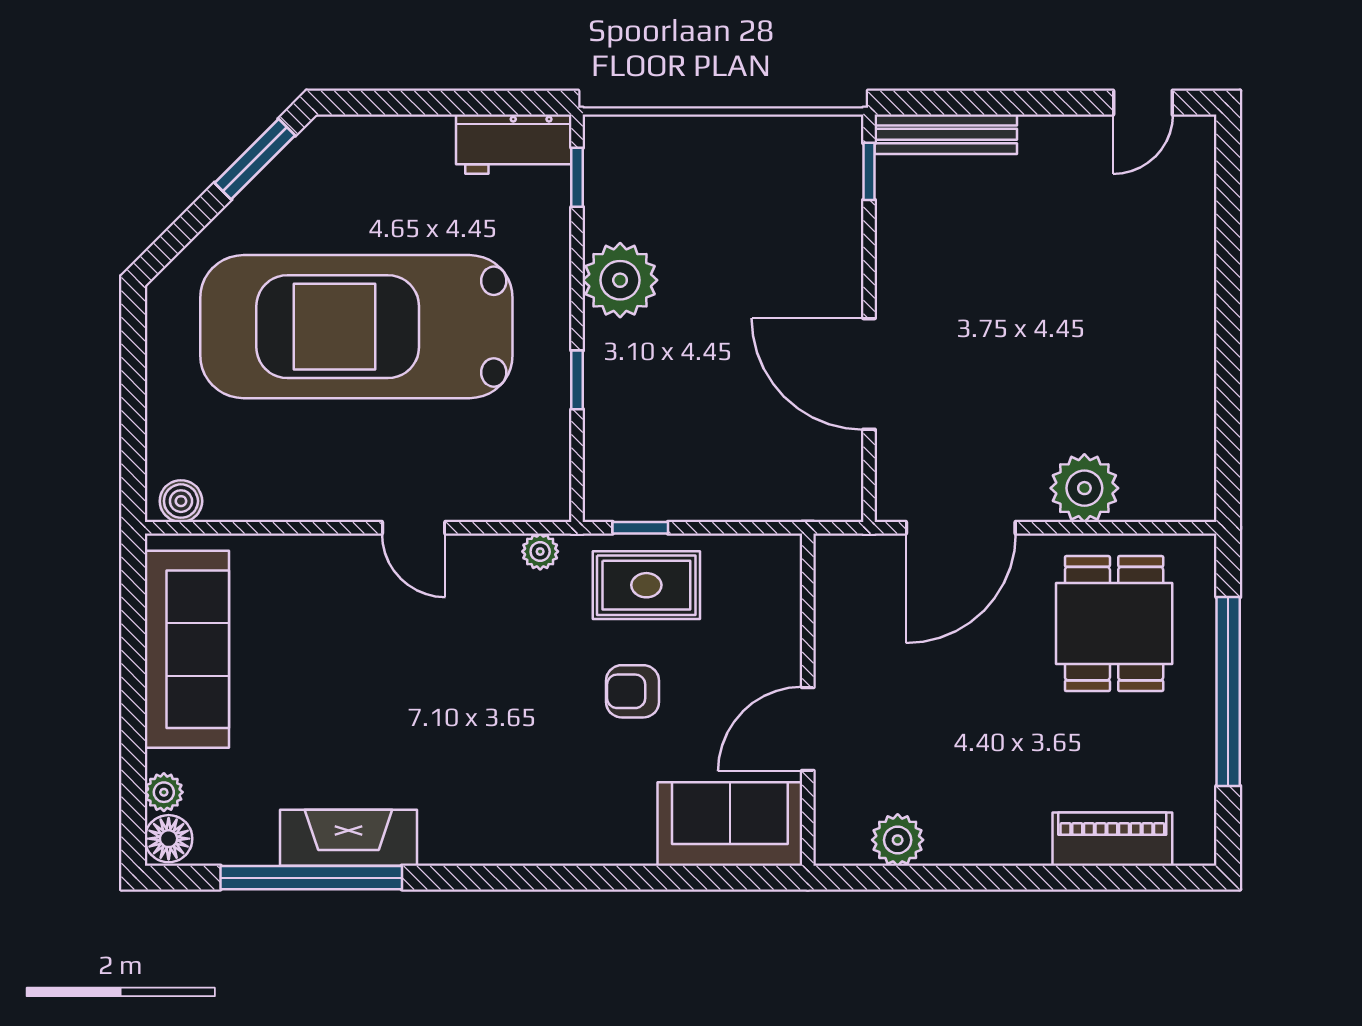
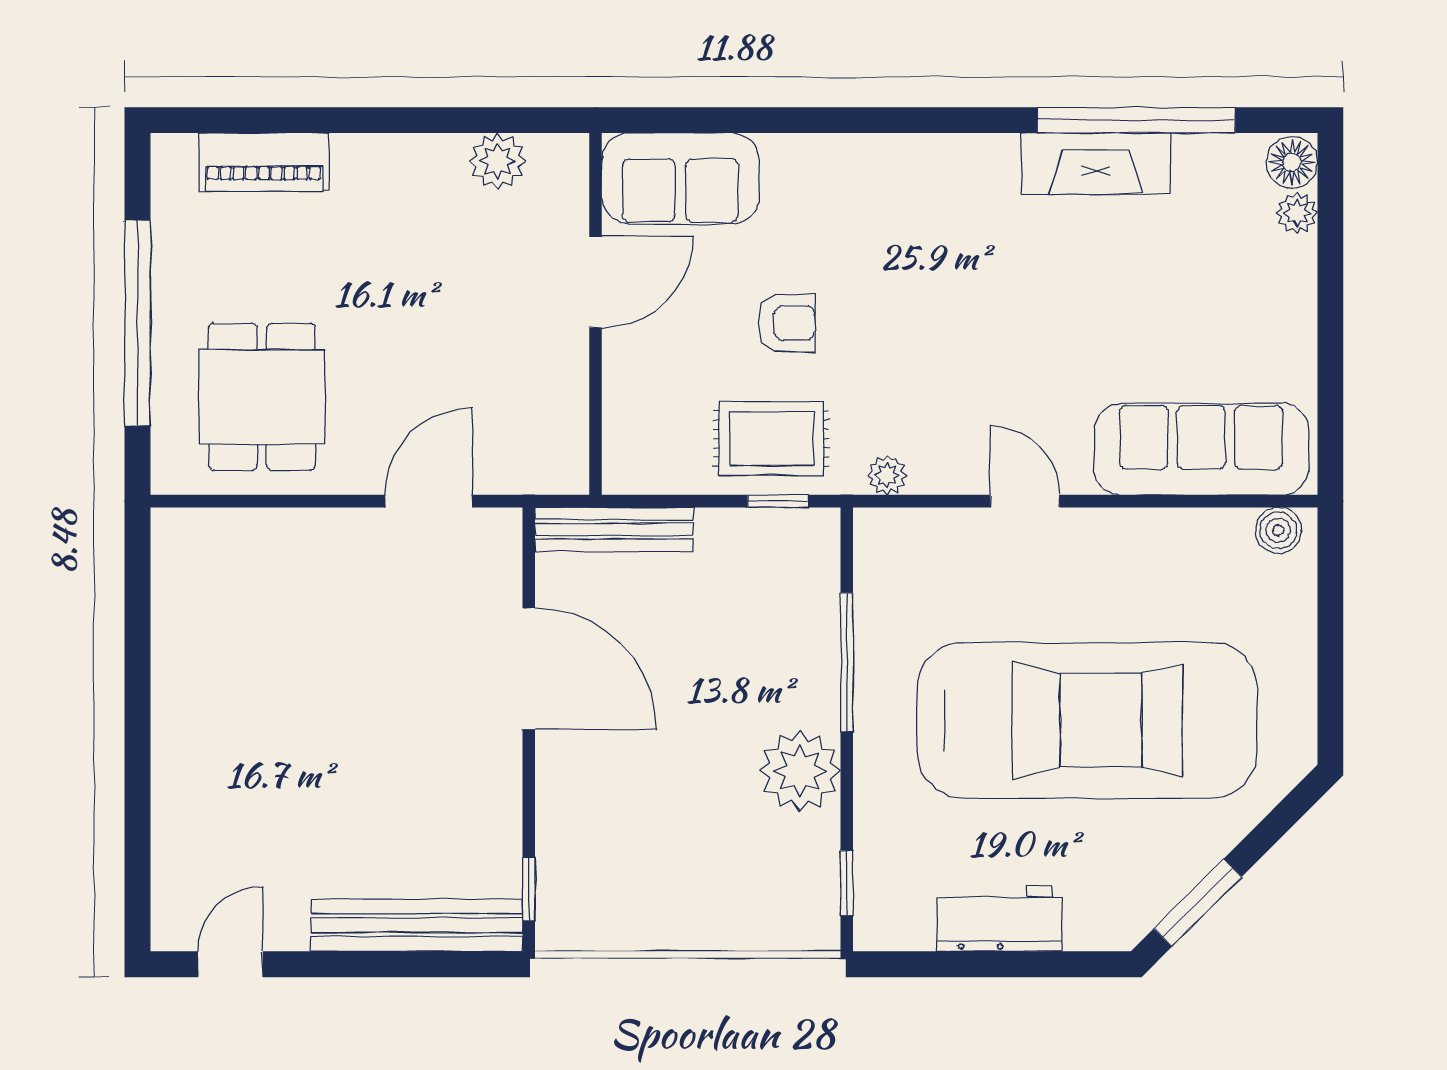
bench: (946, 134) -> (417, 925), width x1.37, depth x1.21
workbench: (514, 144) -> (1000, 919), moved
window: (577, 380) -> (847, 662), width x2.17
plant: (1084, 488) -> (294, 544), removed
bench: (791, 502) -> (614, 529), added
door: (961, 528) -> (429, 501), width x0.73
sofa: (187, 649) -> (1201, 449), moved, turned 90

